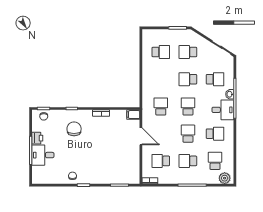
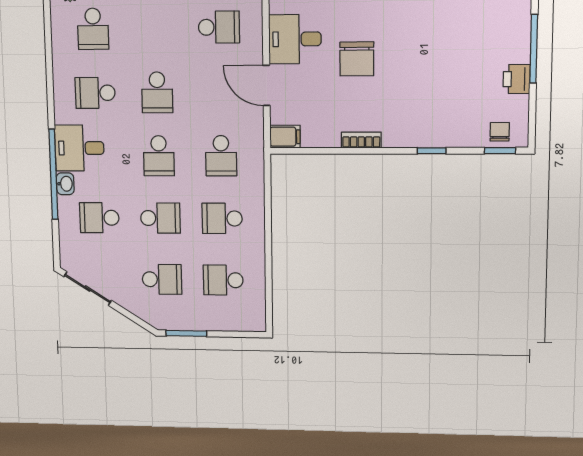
chair: (74, 129) -> (357, 59), moved
desk: (43, 155) -> (295, 39), moved, turned 180
school desk: (188, 161) -> (222, 218), moved, turned 180

